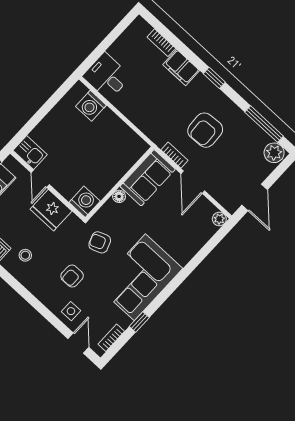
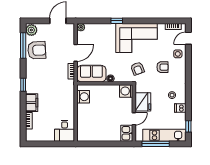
washing machine: (91, 106) -> (83, 97), moved
armchair: (205, 130) -> (37, 50), moved
window: (139, 322) -> (117, 21), moved

